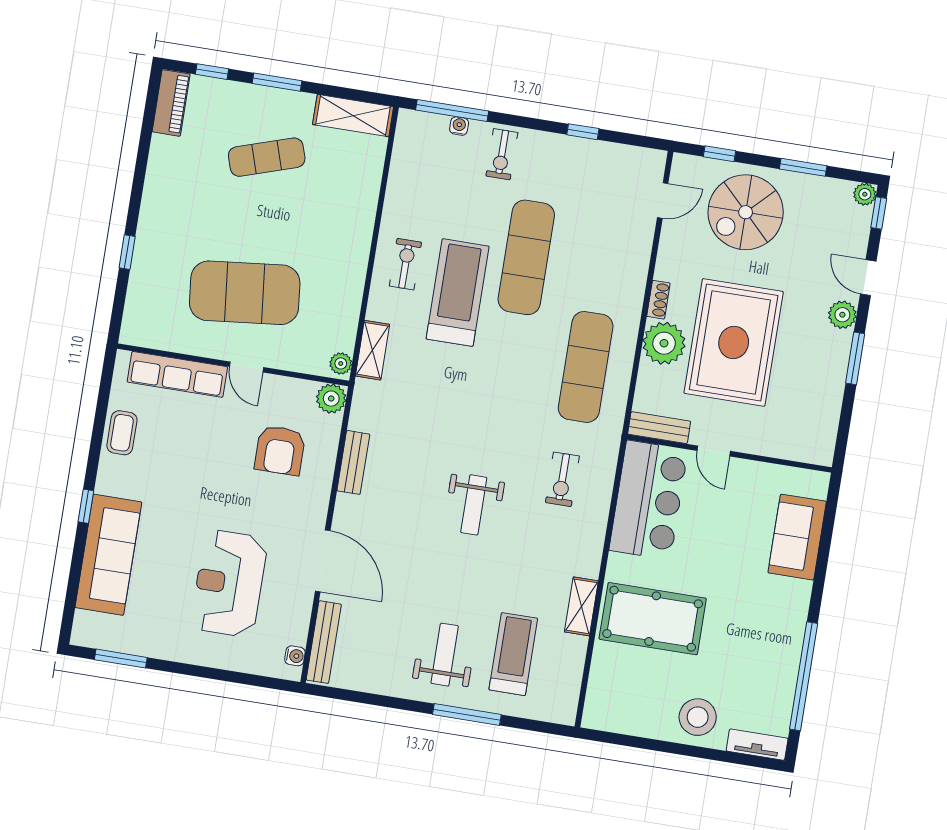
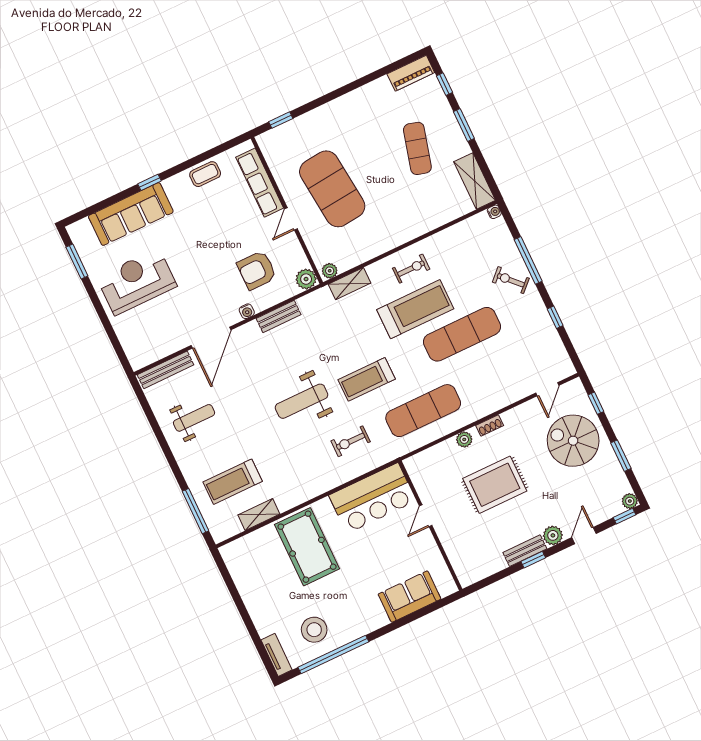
window: (452, 110) -> (528, 260), moved
water cooler: (459, 126) -> (494, 212), moved
exercise bike: (502, 154) -> (511, 280), turned 46
exercise mat: (267, 157) -> (417, 148), turned 33
door: (663, 200) -> (547, 389), hinge flipped
window: (127, 252) -> (281, 120), moved
rug: (734, 342) -> (495, 485), width x0.73, depth x0.69
plant: (664, 343) -> (464, 439), width x0.53, depth x0.53
window: (855, 358) -> (533, 560), width x0.67
treadmill: (501, 409) -> (367, 379), added
bench: (659, 428) -> (525, 551), moved, turned 90
weight bench: (474, 505) -> (302, 401), width x1.36, depth x1.33
reception desk: (229, 583) -> (137, 282), moved
shelving: (581, 606) -> (259, 515), moved
treadmill: (513, 654) -> (233, 482), turned 180
weight bench: (445, 655) -> (194, 418), moved
water cooler: (295, 656) -> (247, 311), moved
window: (467, 715) -> (195, 511), moved
stool: (698, 717) -> (314, 630), moved

